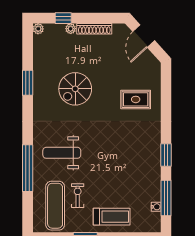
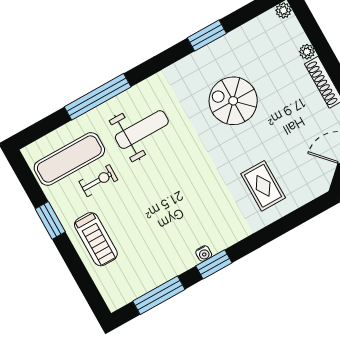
window: (63, 18) -> (315, 35), removed
weight bench: (62, 153) -> (142, 130), turned 90
water cooler: (156, 207) -> (204, 253), moved

